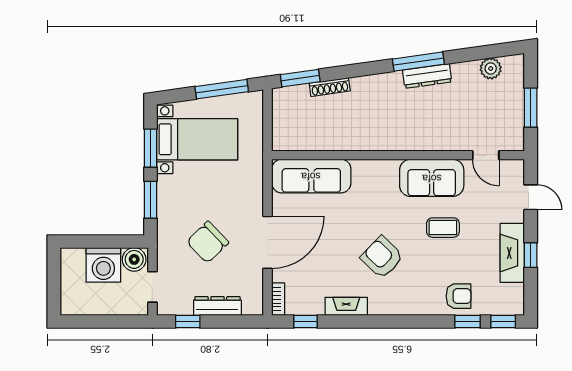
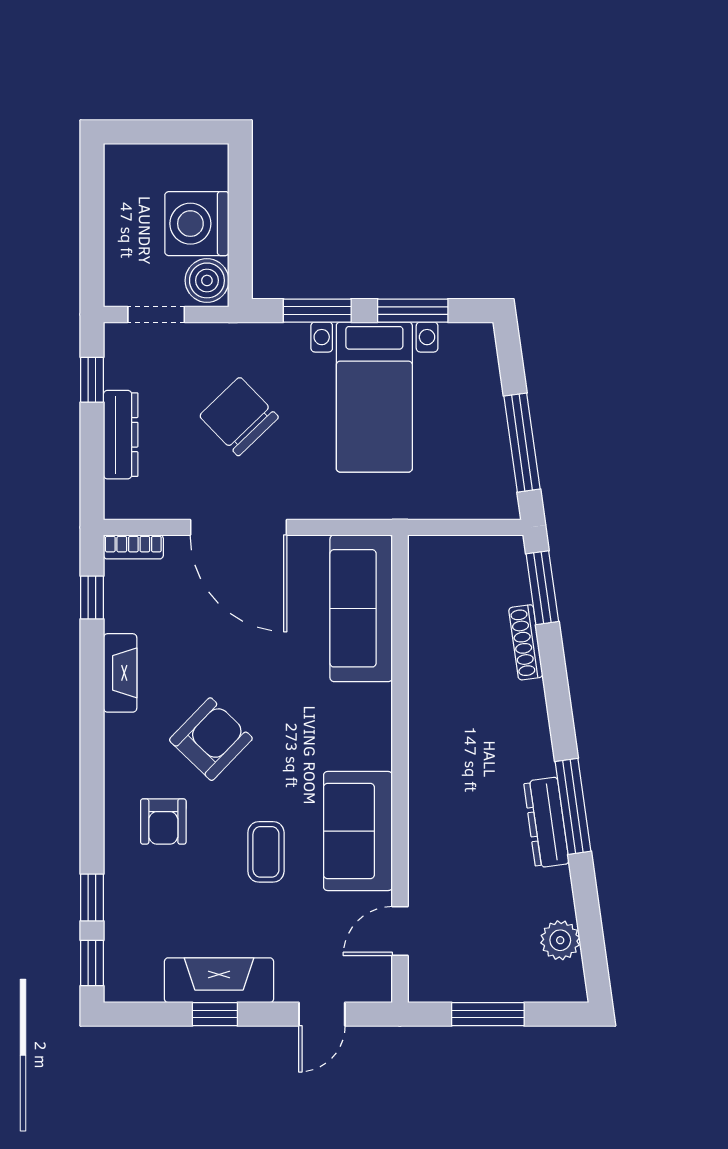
bed with nightstands: (197, 139) -> (374, 397), moved
armchair: (459, 296) -> (163, 822), moved

